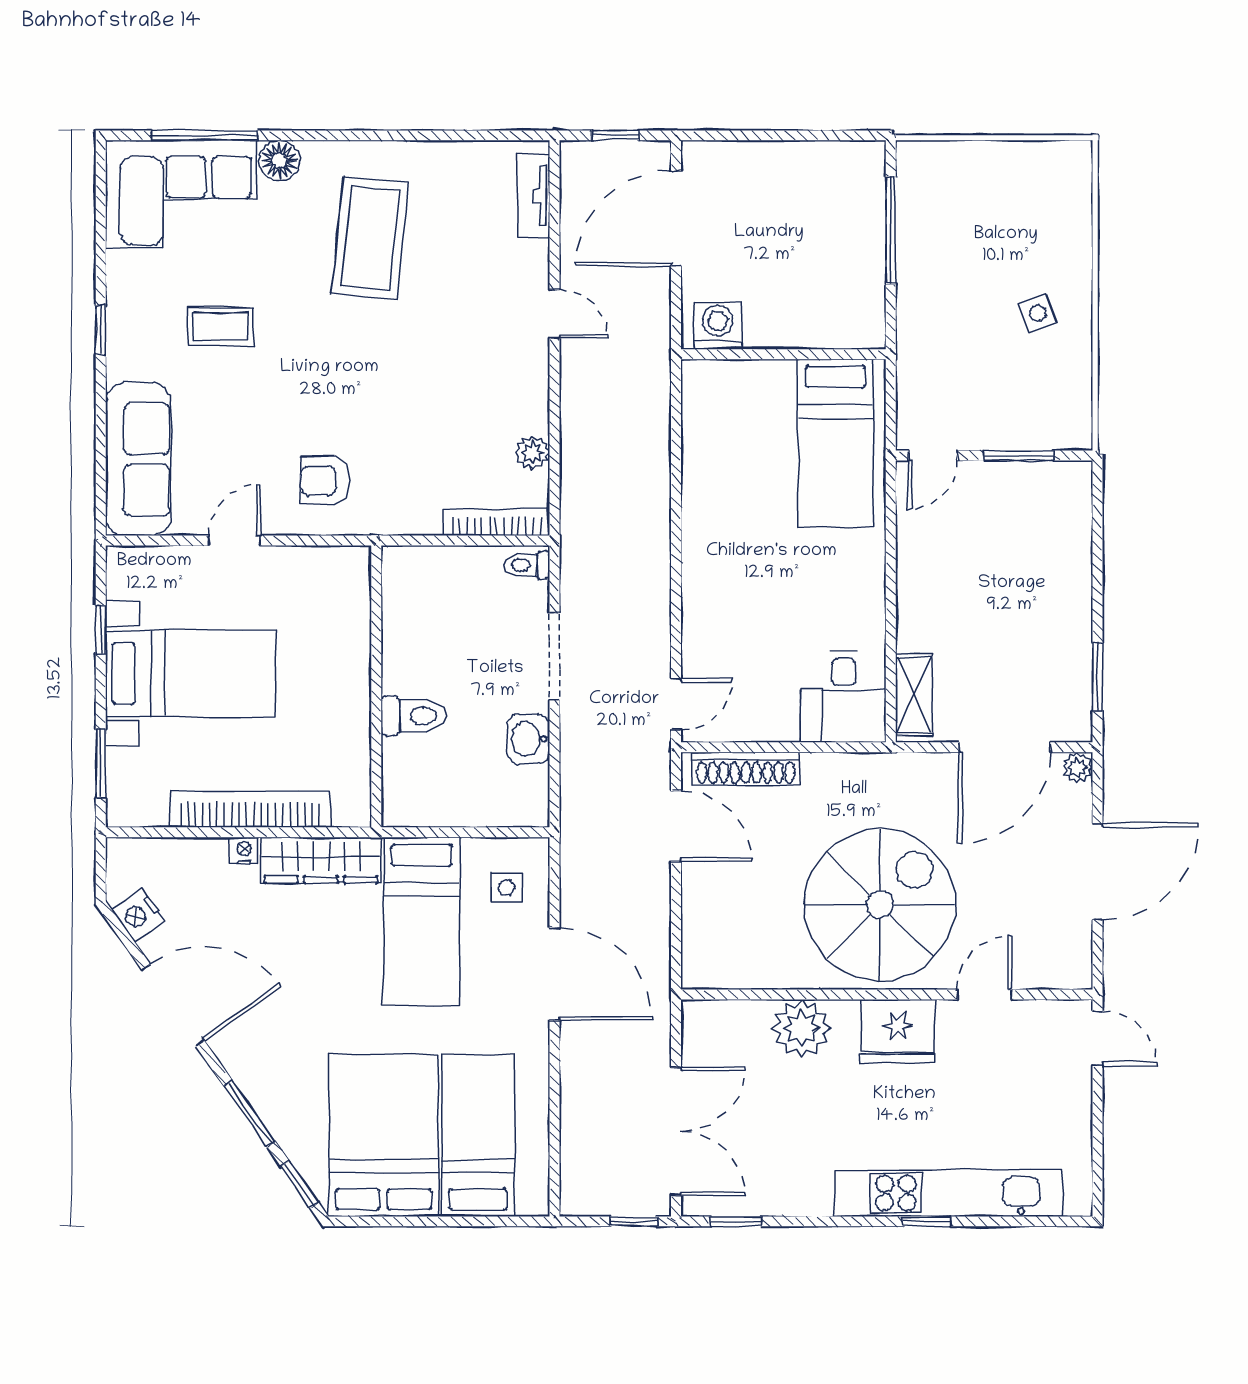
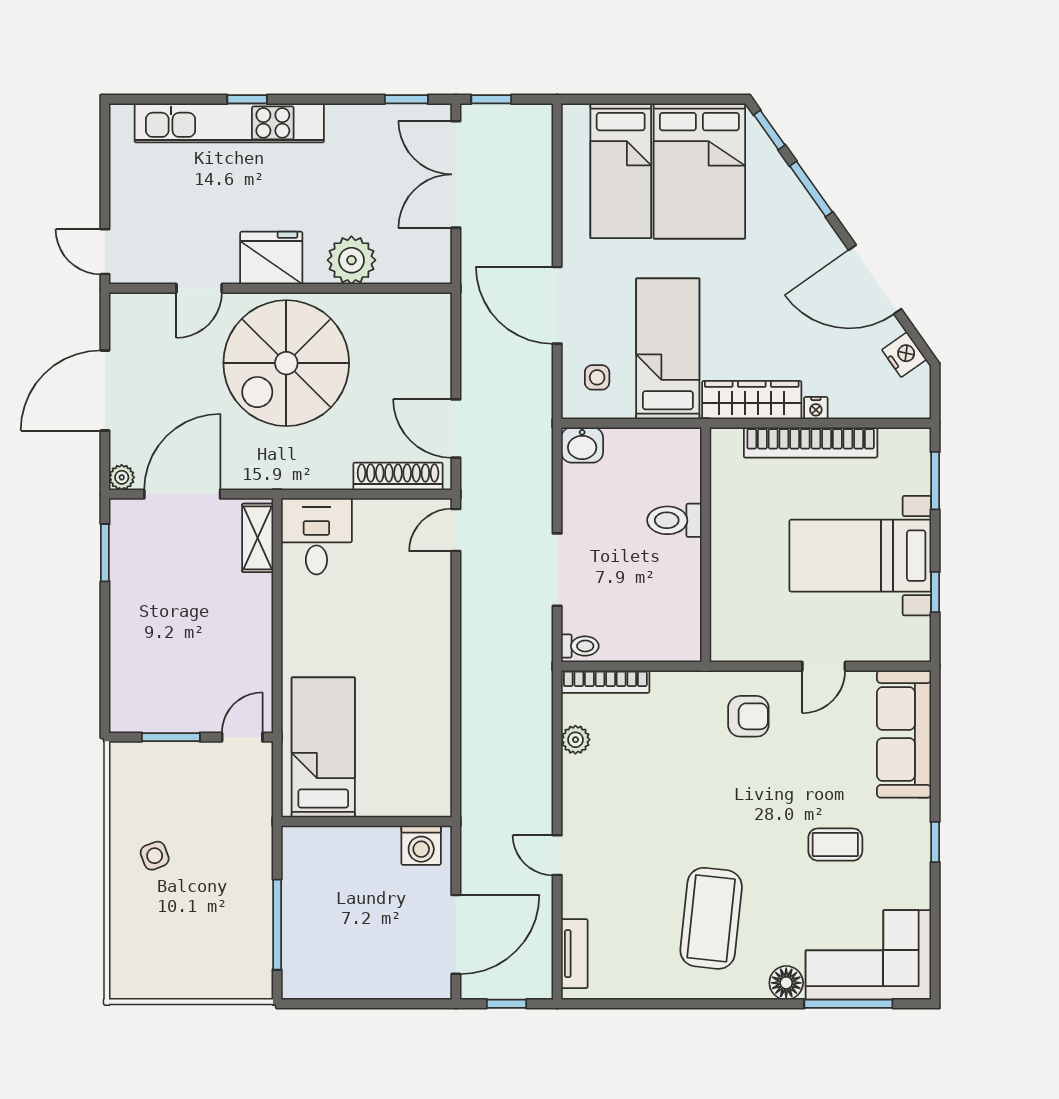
washbasin: (528, 739) -> (582, 445), moved, turned 90

